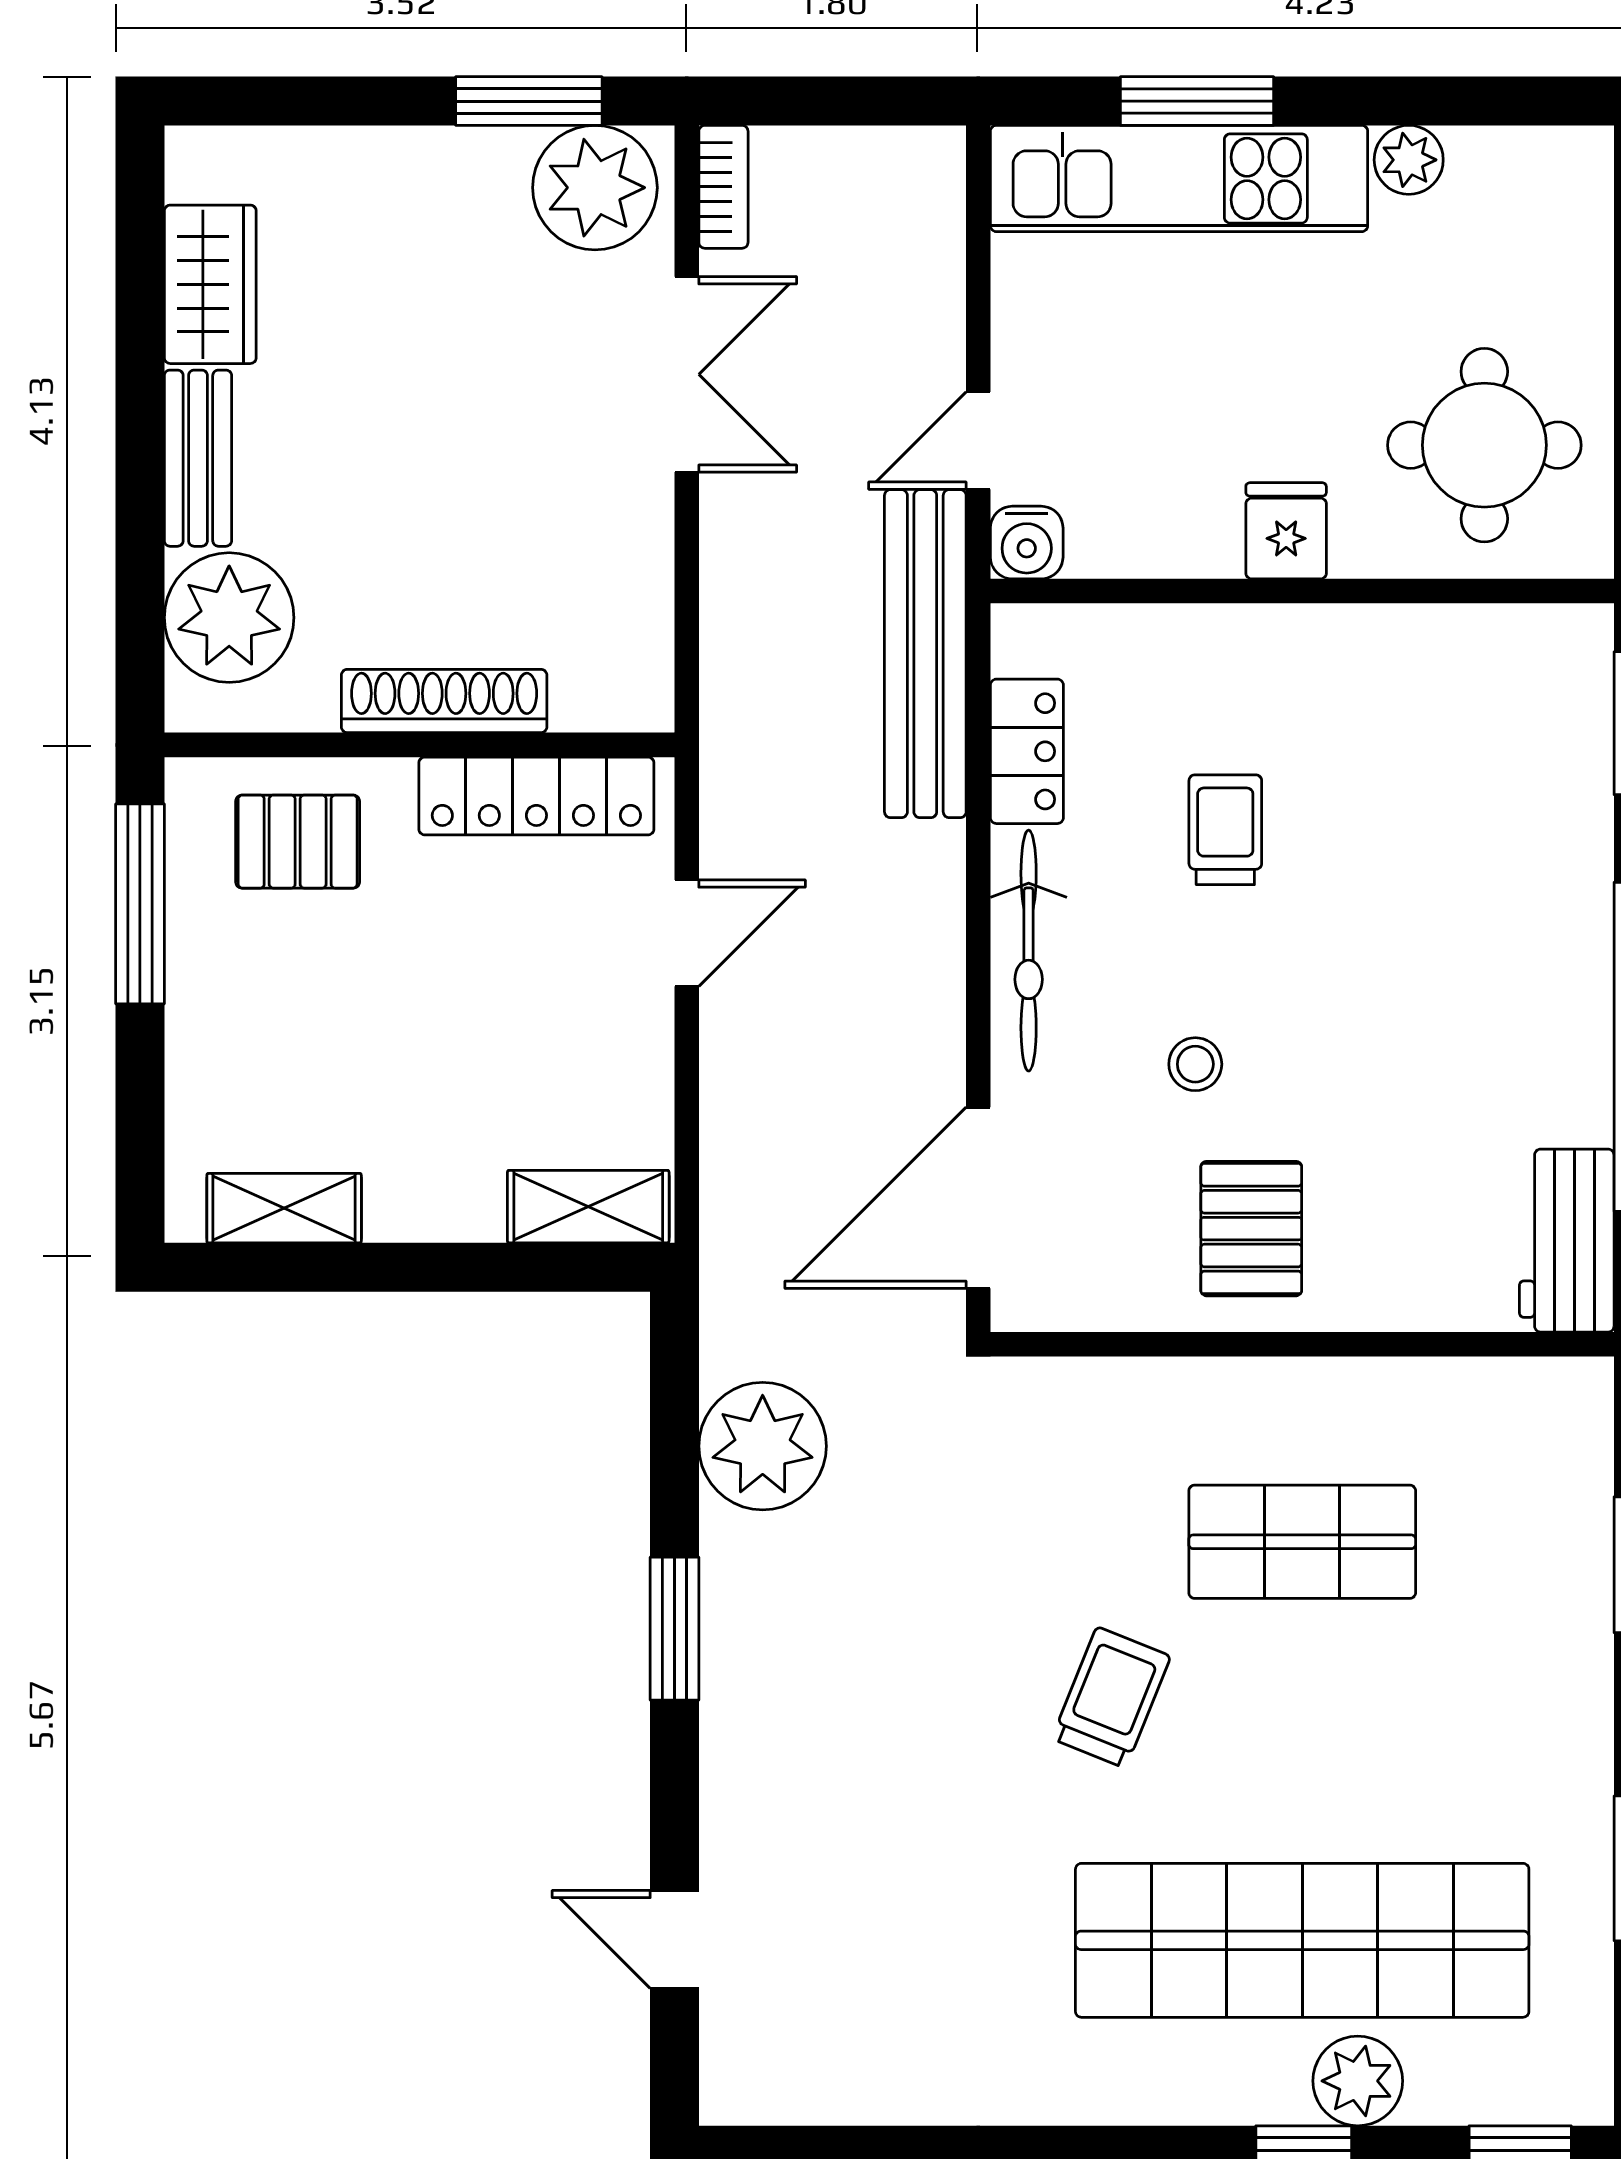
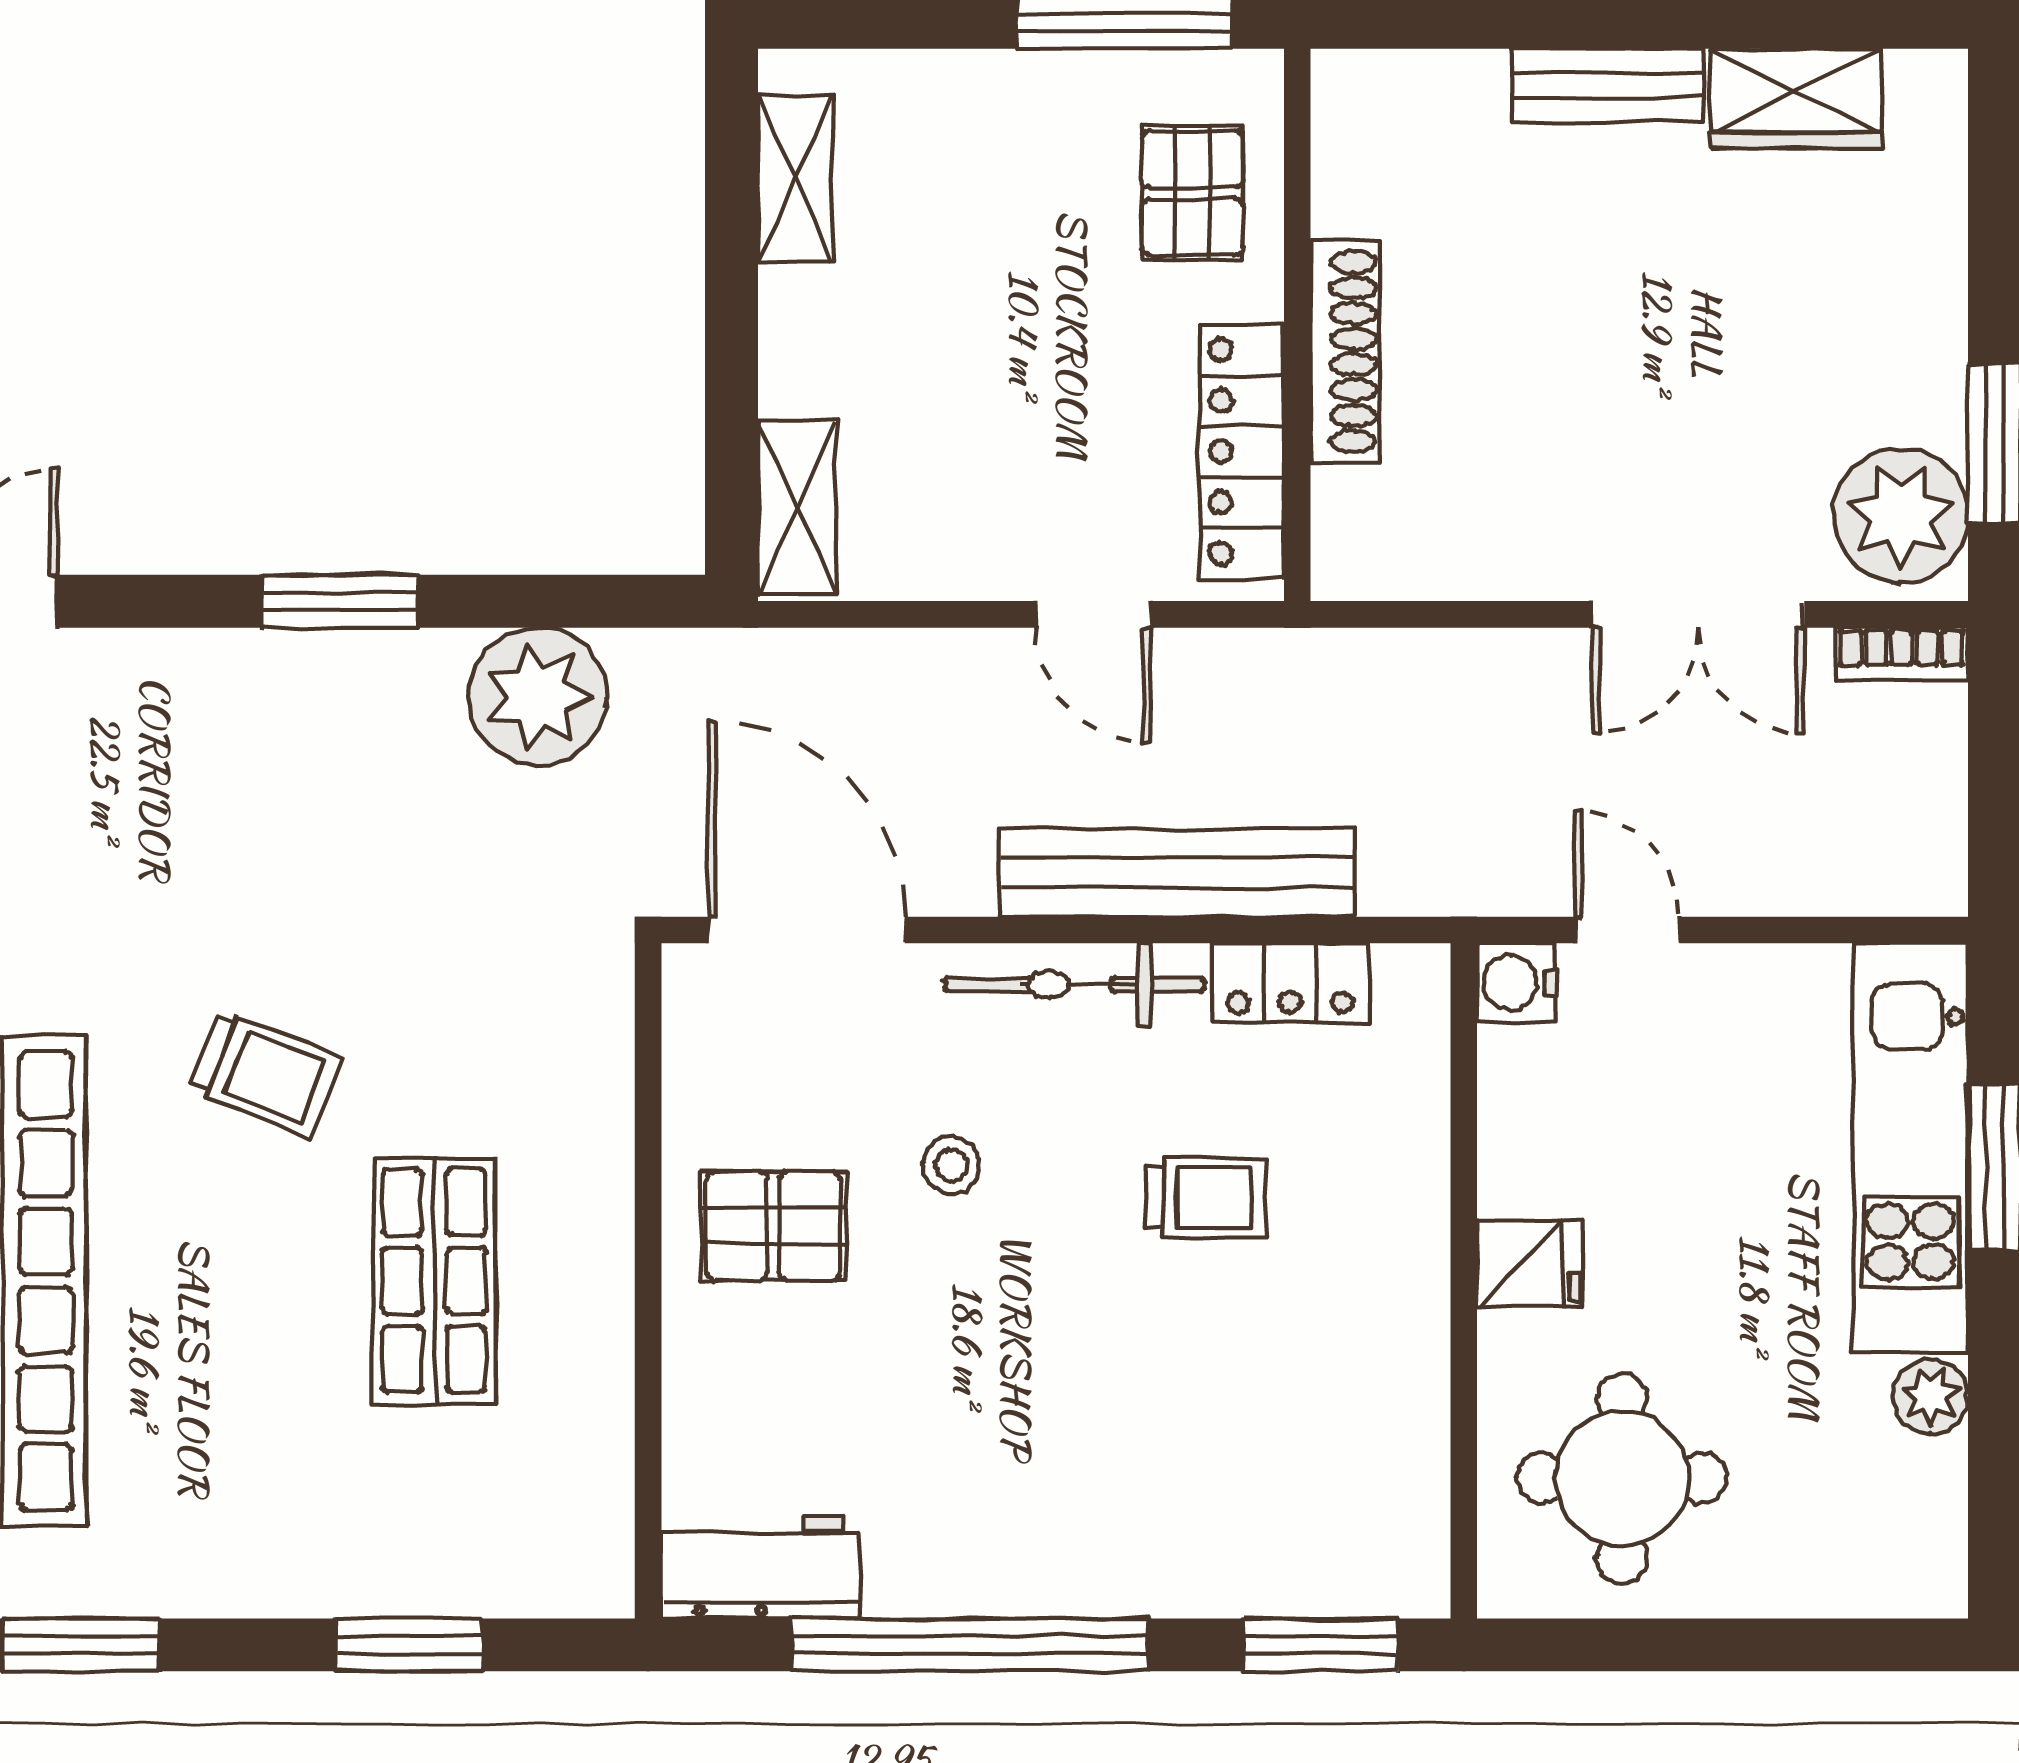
plant: (229, 618) -> (1435, 119), removed
bench: (925, 654) -> (1177, 873), moved

